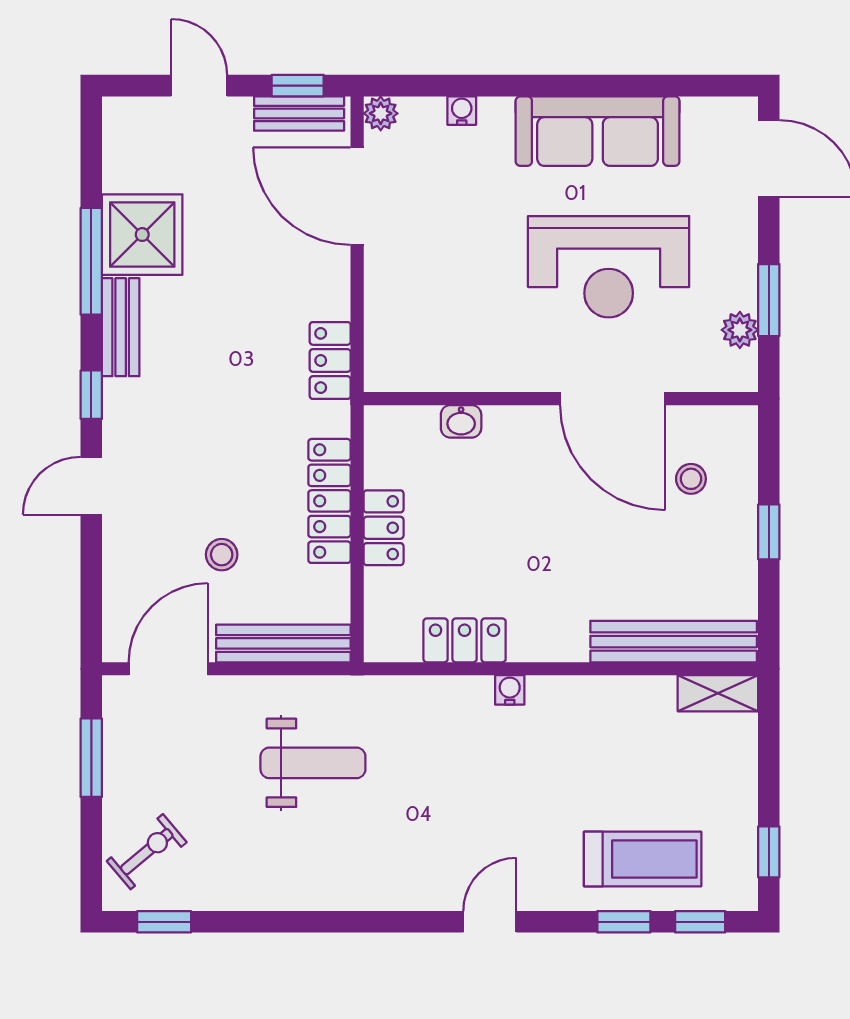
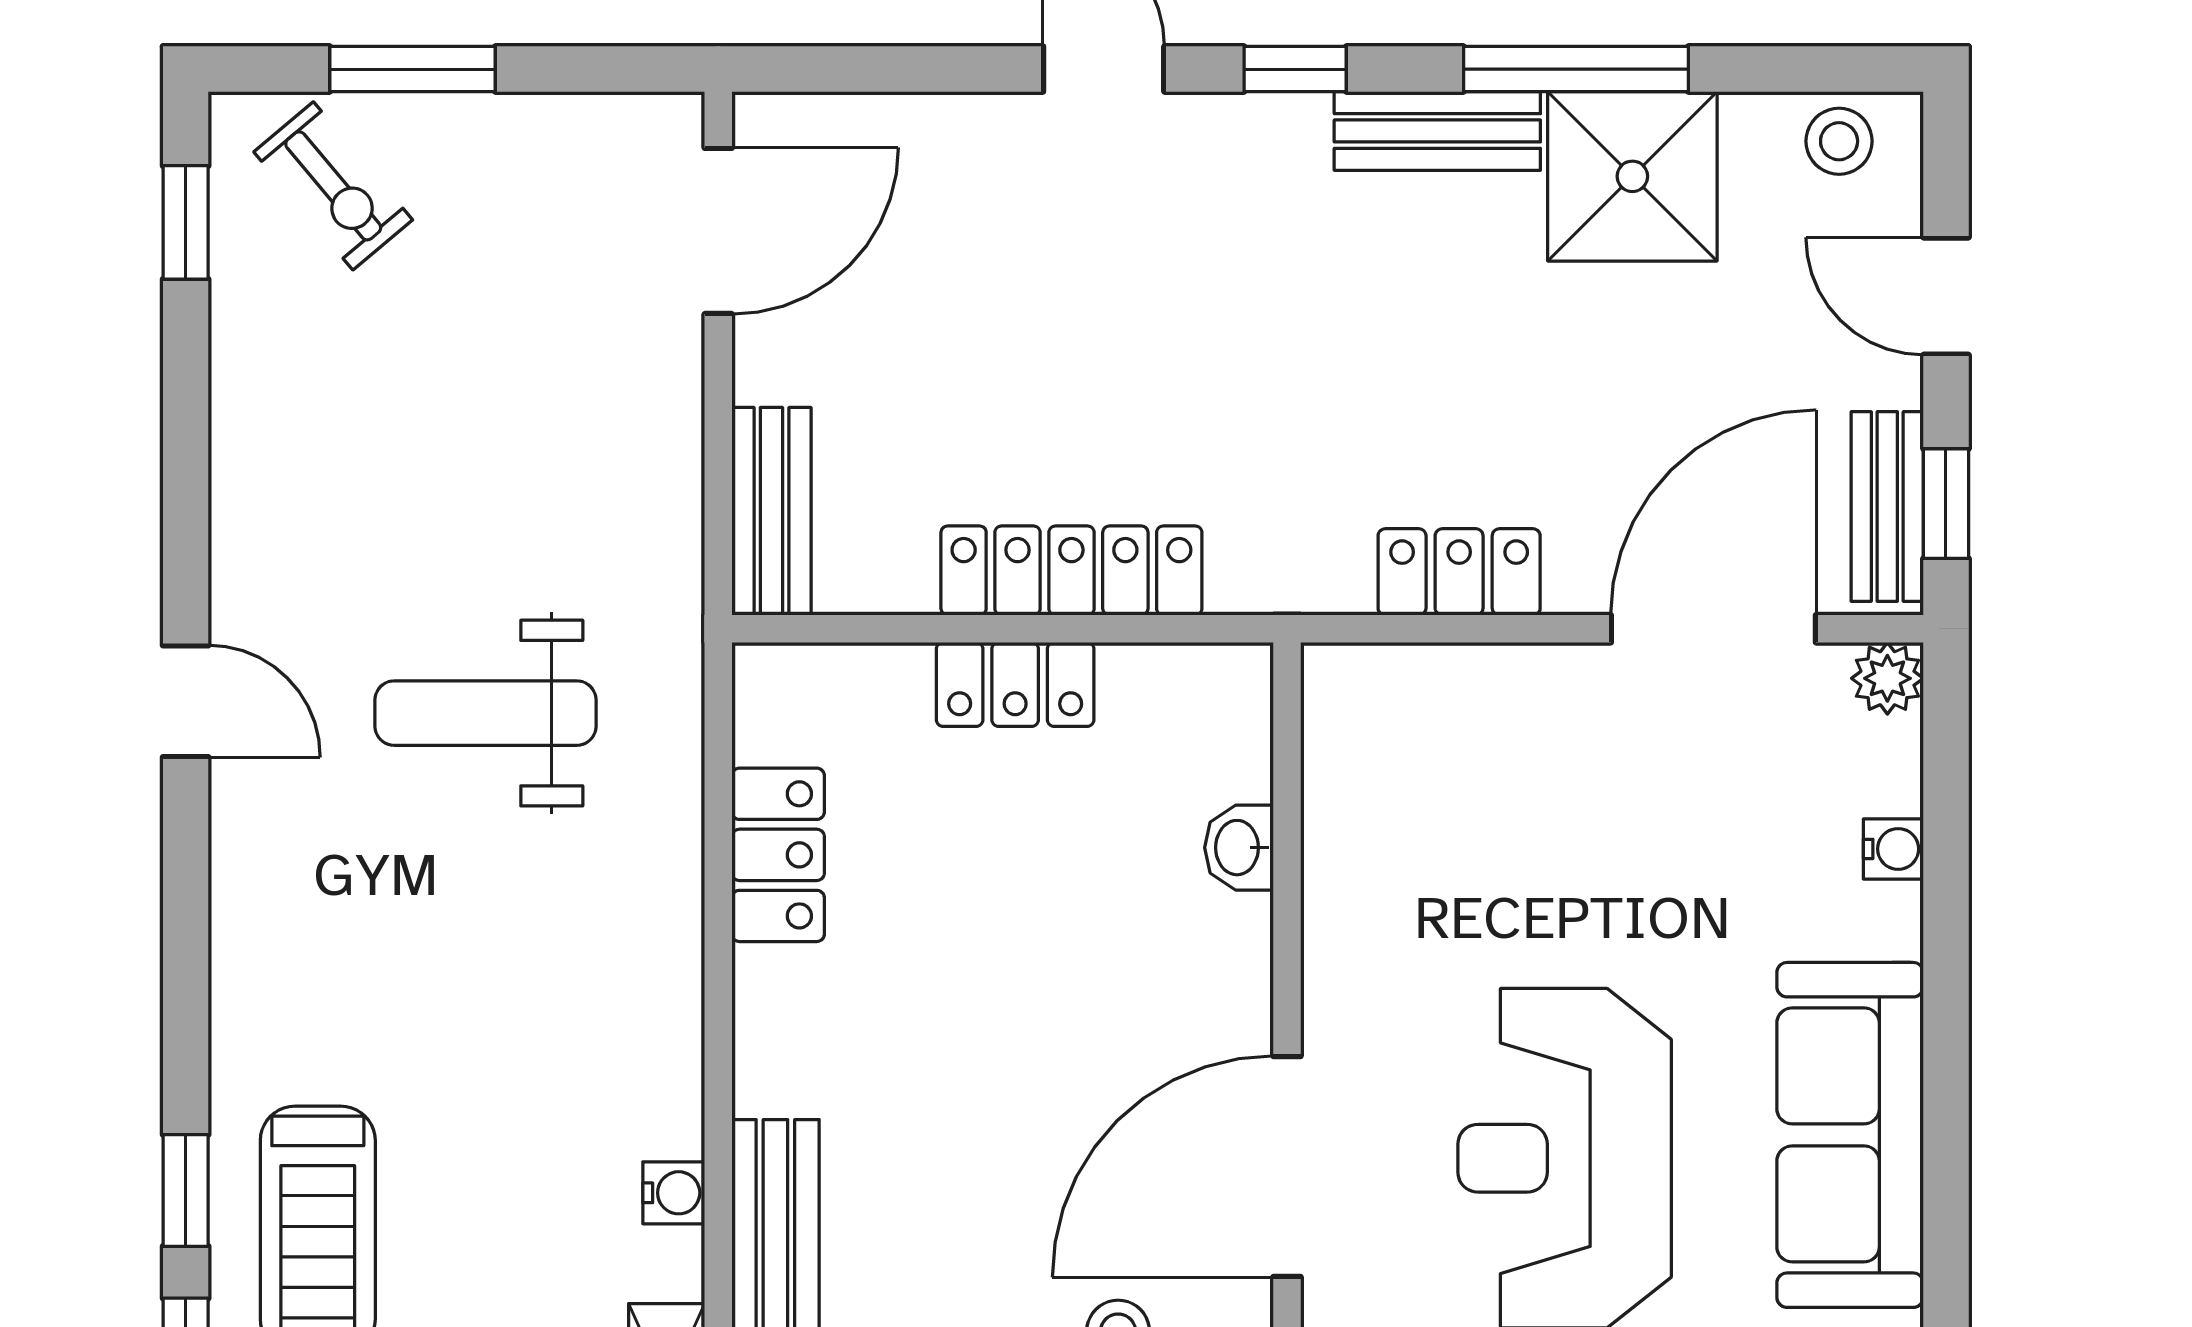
door: (199, 86) -> (1946, 296), swing flipped
locker: (330, 360) -> (1459, 572), moved
stool: (222, 555) -> (1839, 141), moved
bench: (283, 643) -> (771, 511), width x0.73
door: (168, 669) -> (718, 231), hinge flipped
water cooler: (510, 690) -> (674, 1193), moved
window: (91, 758) -> (413, 69), moved
weight bench: (313, 763) -> (485, 713), moved, turned 90
door: (490, 922) -> (186, 701), moved

